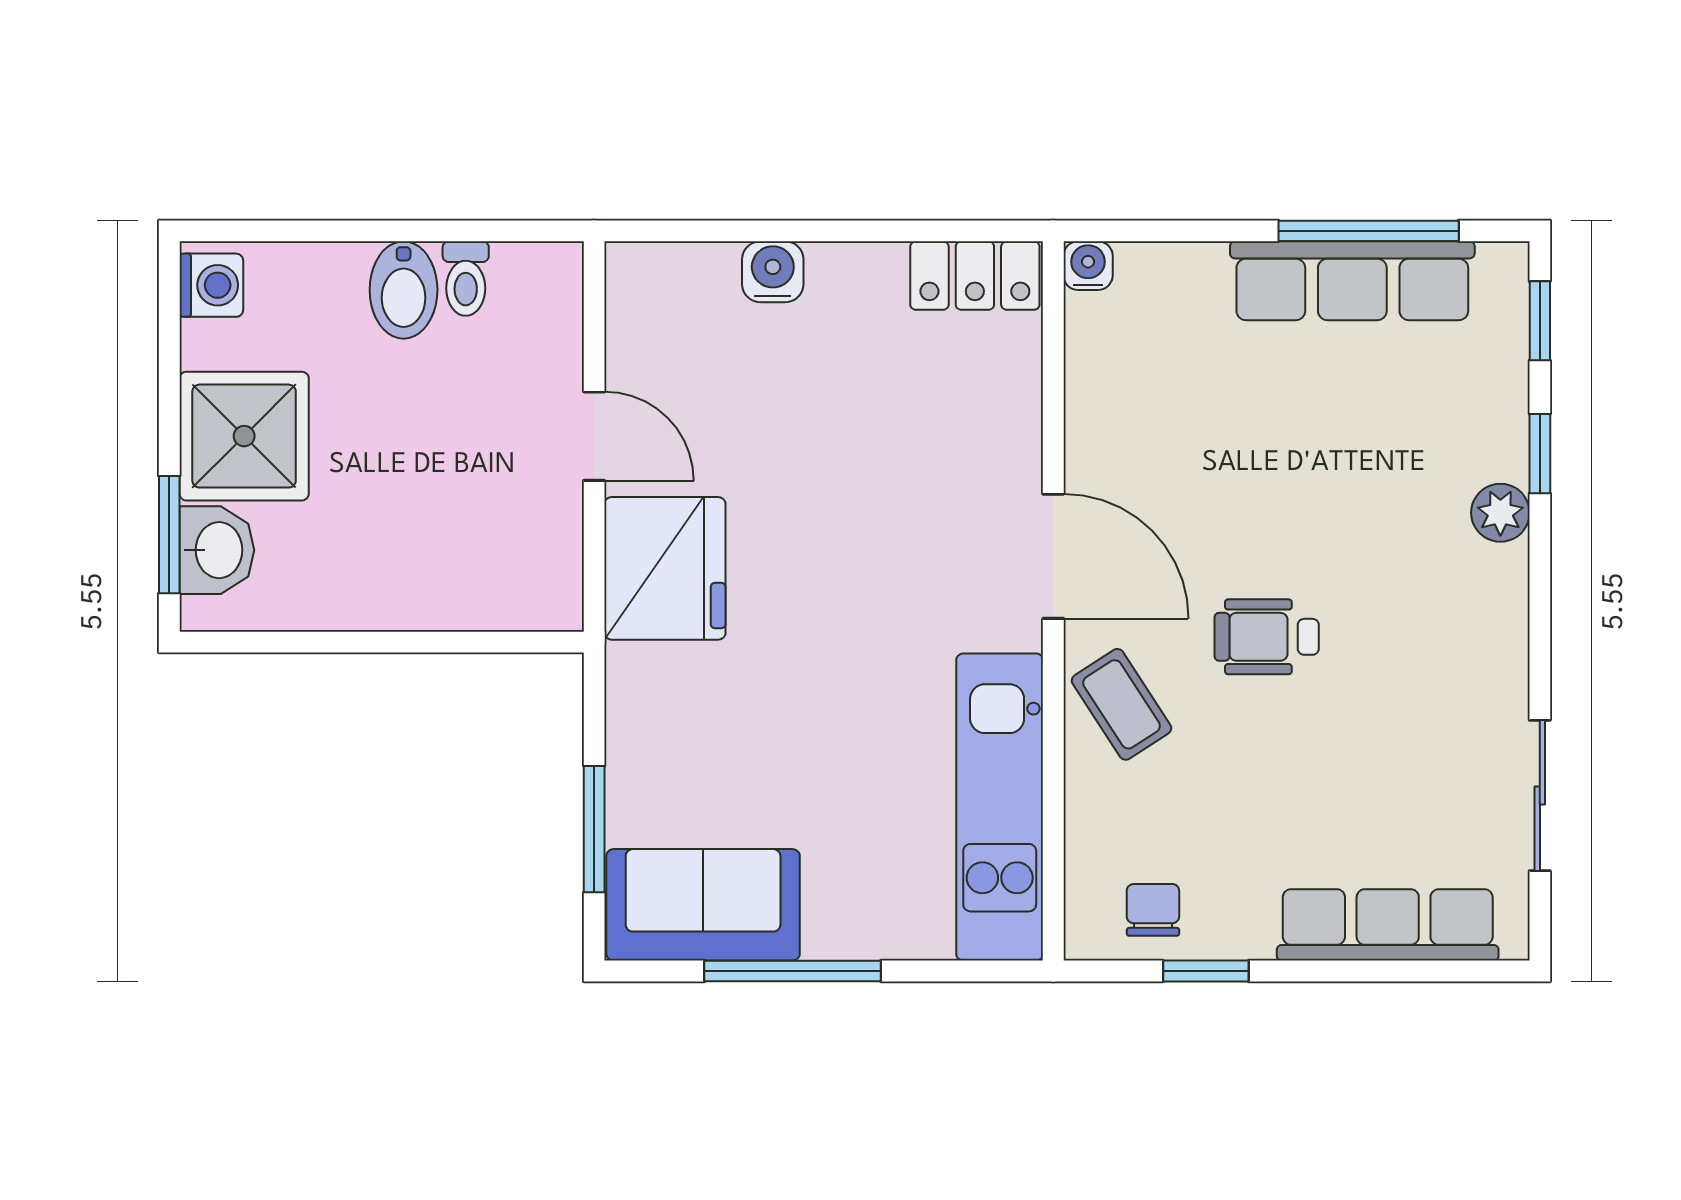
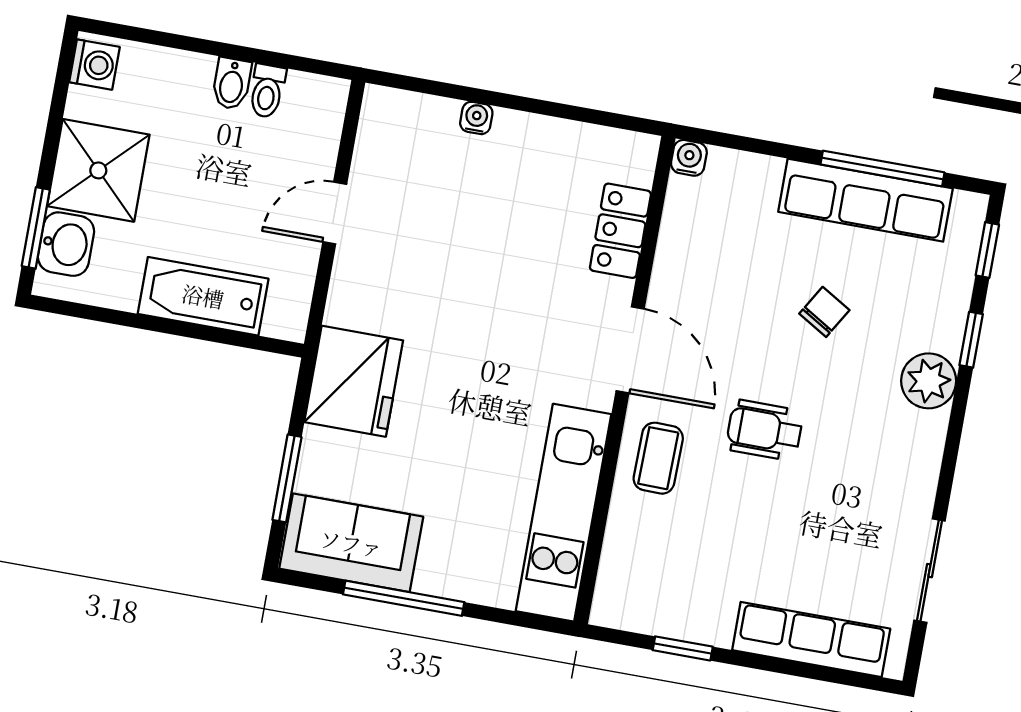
water cooler: (773, 272) -> (476, 118), width x0.72, depth x0.72
locker: (975, 276) -> (620, 231), moved, turned 90
bidet: (404, 290) -> (232, 84), width x0.72, depth x0.74
door: (594, 436) -> (335, 213), swing flipped
plant: (1500, 513) -> (929, 381), width x1.38, depth x1.38
fridge: (665, 568) -> (354, 381), moved
bathtub: (427, 590) -> (203, 296), added
coffee table: (1122, 704) -> (658, 458), turned 34
chair: (1153, 910) -> (824, 312), moved, turned 31

